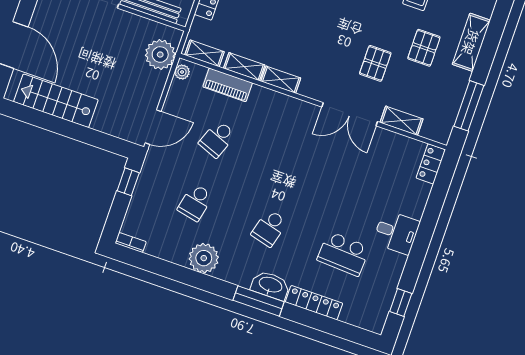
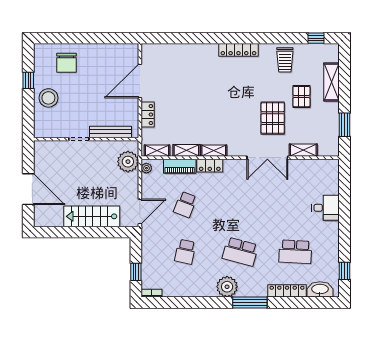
pallet: (375, 63) -> (273, 118), width x1.50, depth x1.42
stairs: (56, 101) -> (92, 216), moved
window: (469, 106) -> (345, 125), width x0.69
locker: (431, 164) -> (210, 166), moved, turned -90
window: (128, 182) -> (136, 272), moved
school desk: (269, 228) -> (240, 252), width x1.85
desk: (396, 232) -> (326, 208), moved
plant: (204, 258) -> (227, 287), moved
washbasin: (270, 285) -> (320, 289), moved

